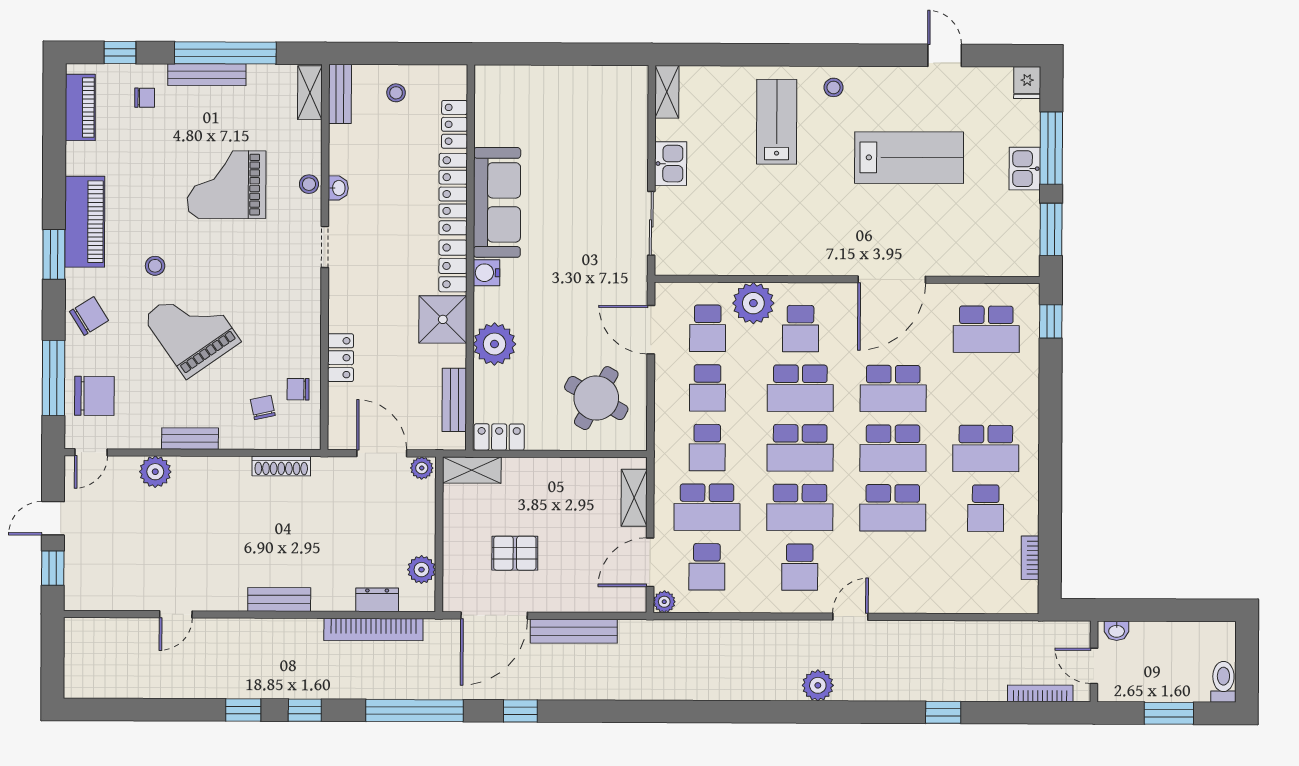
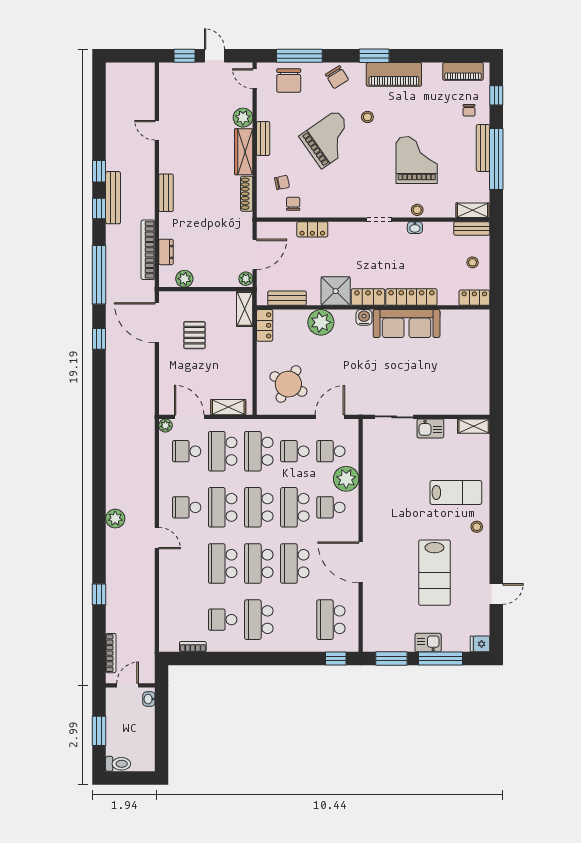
locker: (455, 124) -> (474, 298), moved
school desk: (707, 448) -> (259, 451), width x1.85
wardrobe: (212, 471) -> (244, 152), added
bench: (574, 631) -> (113, 198), moved

